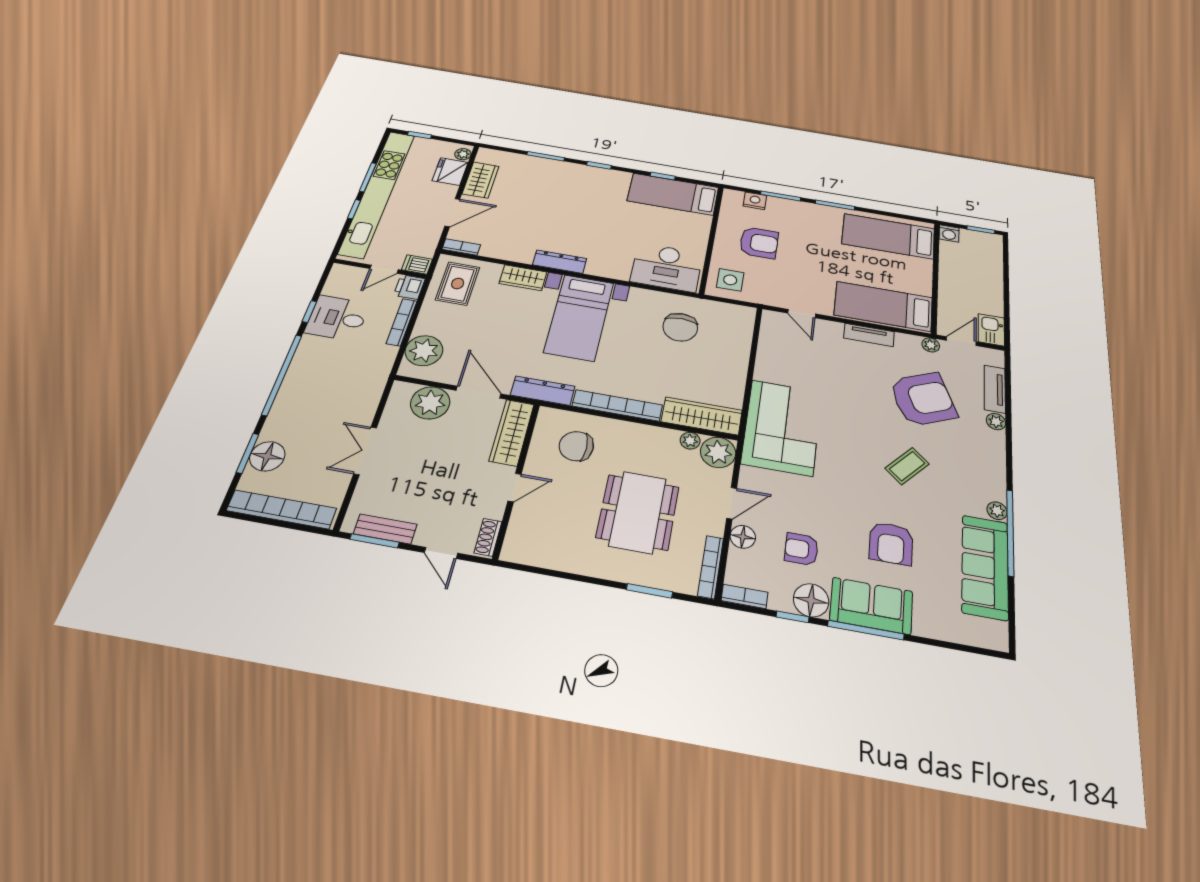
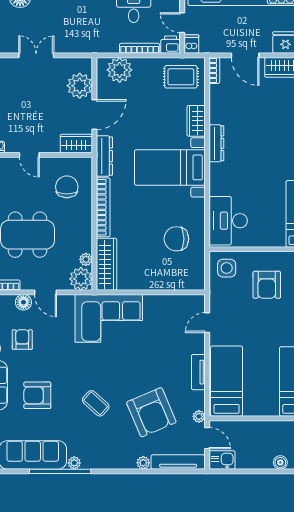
boiler: (994, 269) -> (280, 462), added
tv unit: (995, 389) -> (178, 462), width x1.41
wardrobe: (512, 432) -> (76, 144), width x0.67

